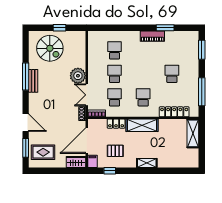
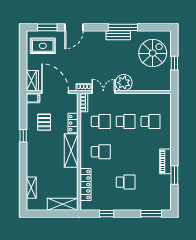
spiral stairs: (50, 48) -> (153, 53), turned 180
window: (202, 92) -> (107, 214), width x0.46
rug: (43, 152) -> (43, 46), turned 90
shelving: (147, 163) -> (31, 188), moved
window: (110, 171) -> (23, 136), moved

